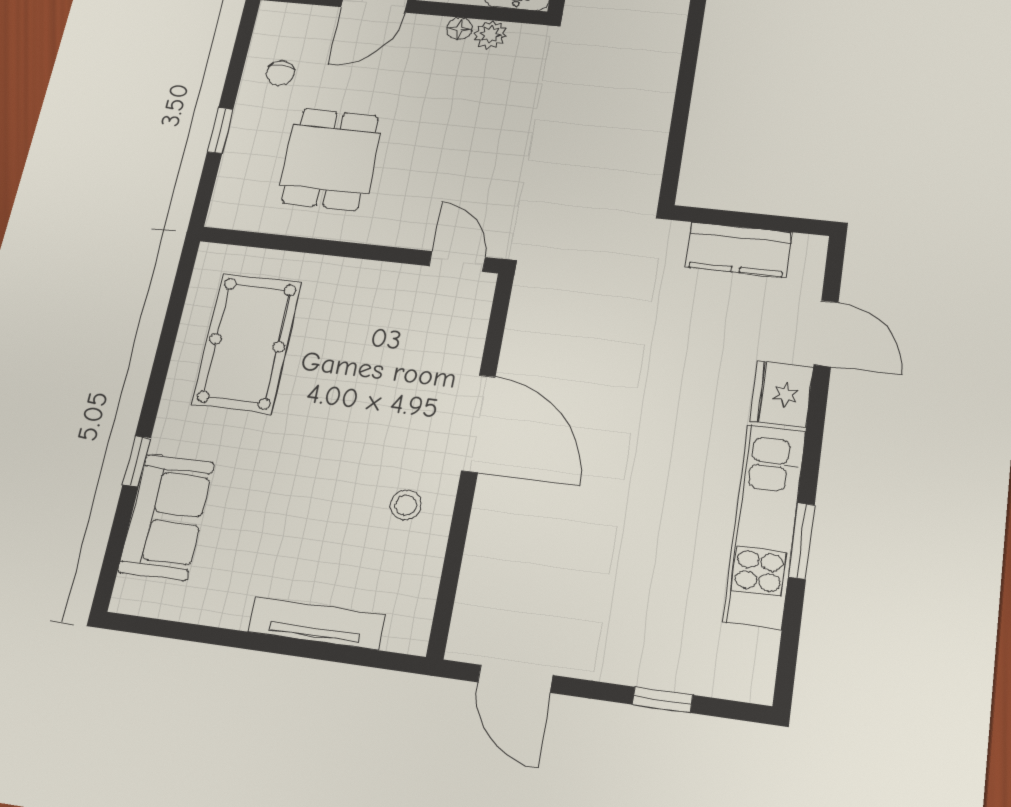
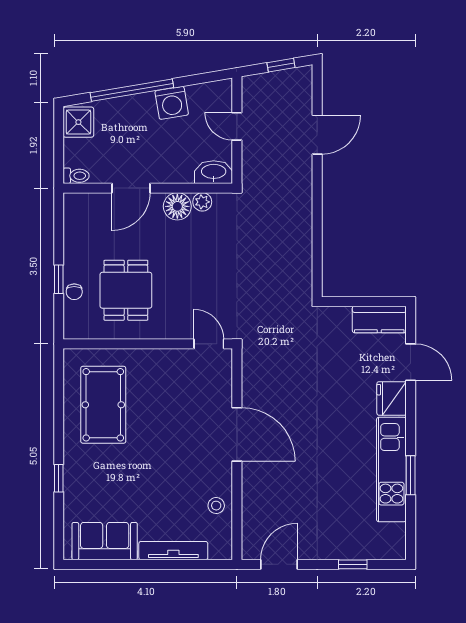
floor lamp: (459, 29) -> (177, 206), width x1.89, depth x1.89
chair: (280, 73) -> (74, 292), moved
kitchen counter: (738, 250) -> (379, 319), moved
stool: (406, 505) -> (216, 506), moved
sofa: (166, 517) -> (105, 541), moved, turned -90
door: (515, 679) -> (279, 564), swing flipped

